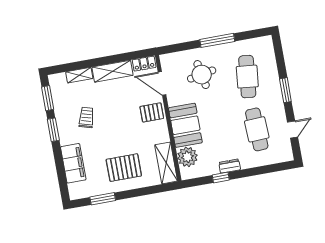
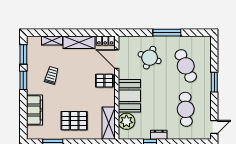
round table: (202, 75) -> (150, 58), turned 32
cafe table: (247, 77) -> (186, 66), turned -30
door: (293, 129) -> (214, 127), moved

